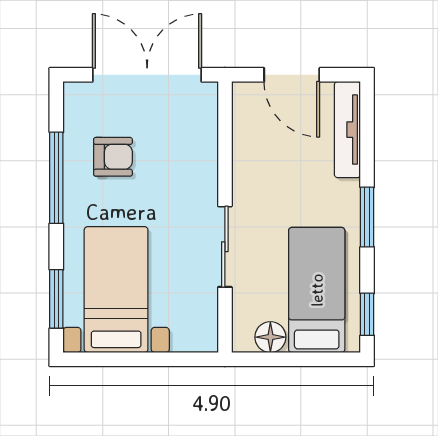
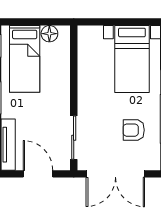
sliding door: (225, 247) -> (74, 138), moved

